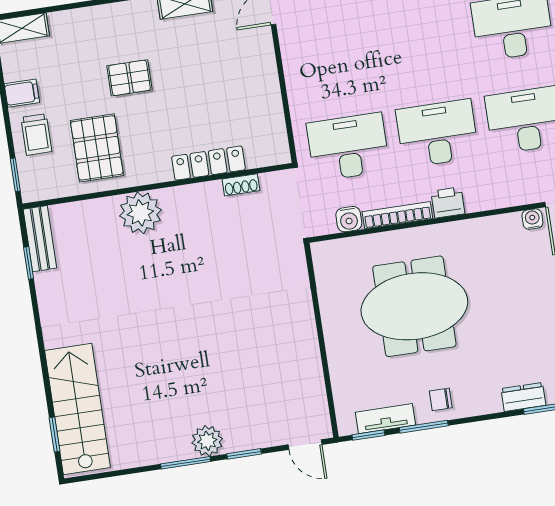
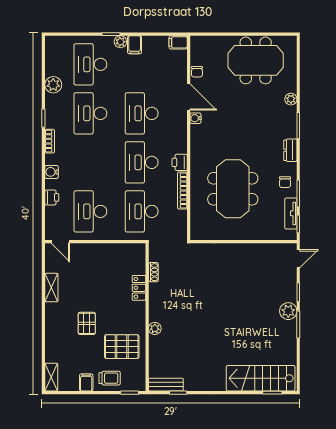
desk: (334, 54) -> (90, 211), added
locker: (209, 163) -> (139, 288), width x0.66
plant: (140, 213) -> (155, 328), width x0.53, depth x0.53
water cooler: (349, 219) -> (181, 217), removed
dresser: (523, 397) -> (290, 150), moved

